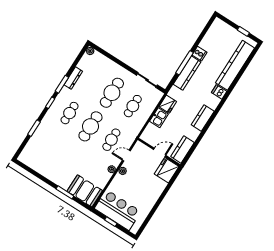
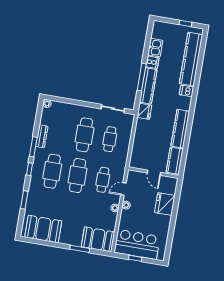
fridge: (168, 104) -> (144, 111), moved
cafe table: (70, 113) -> (52, 171), width x1.37, depth x1.35
kitchen sink: (159, 118) -> (155, 48), moved
kitchen counter: (203, 118) -> (180, 129), width x1.50
door: (160, 152) -> (154, 173), swing flipped
booth: (40, 161) -> (43, 229), added
fridge: (167, 170) -> (165, 204), moved

